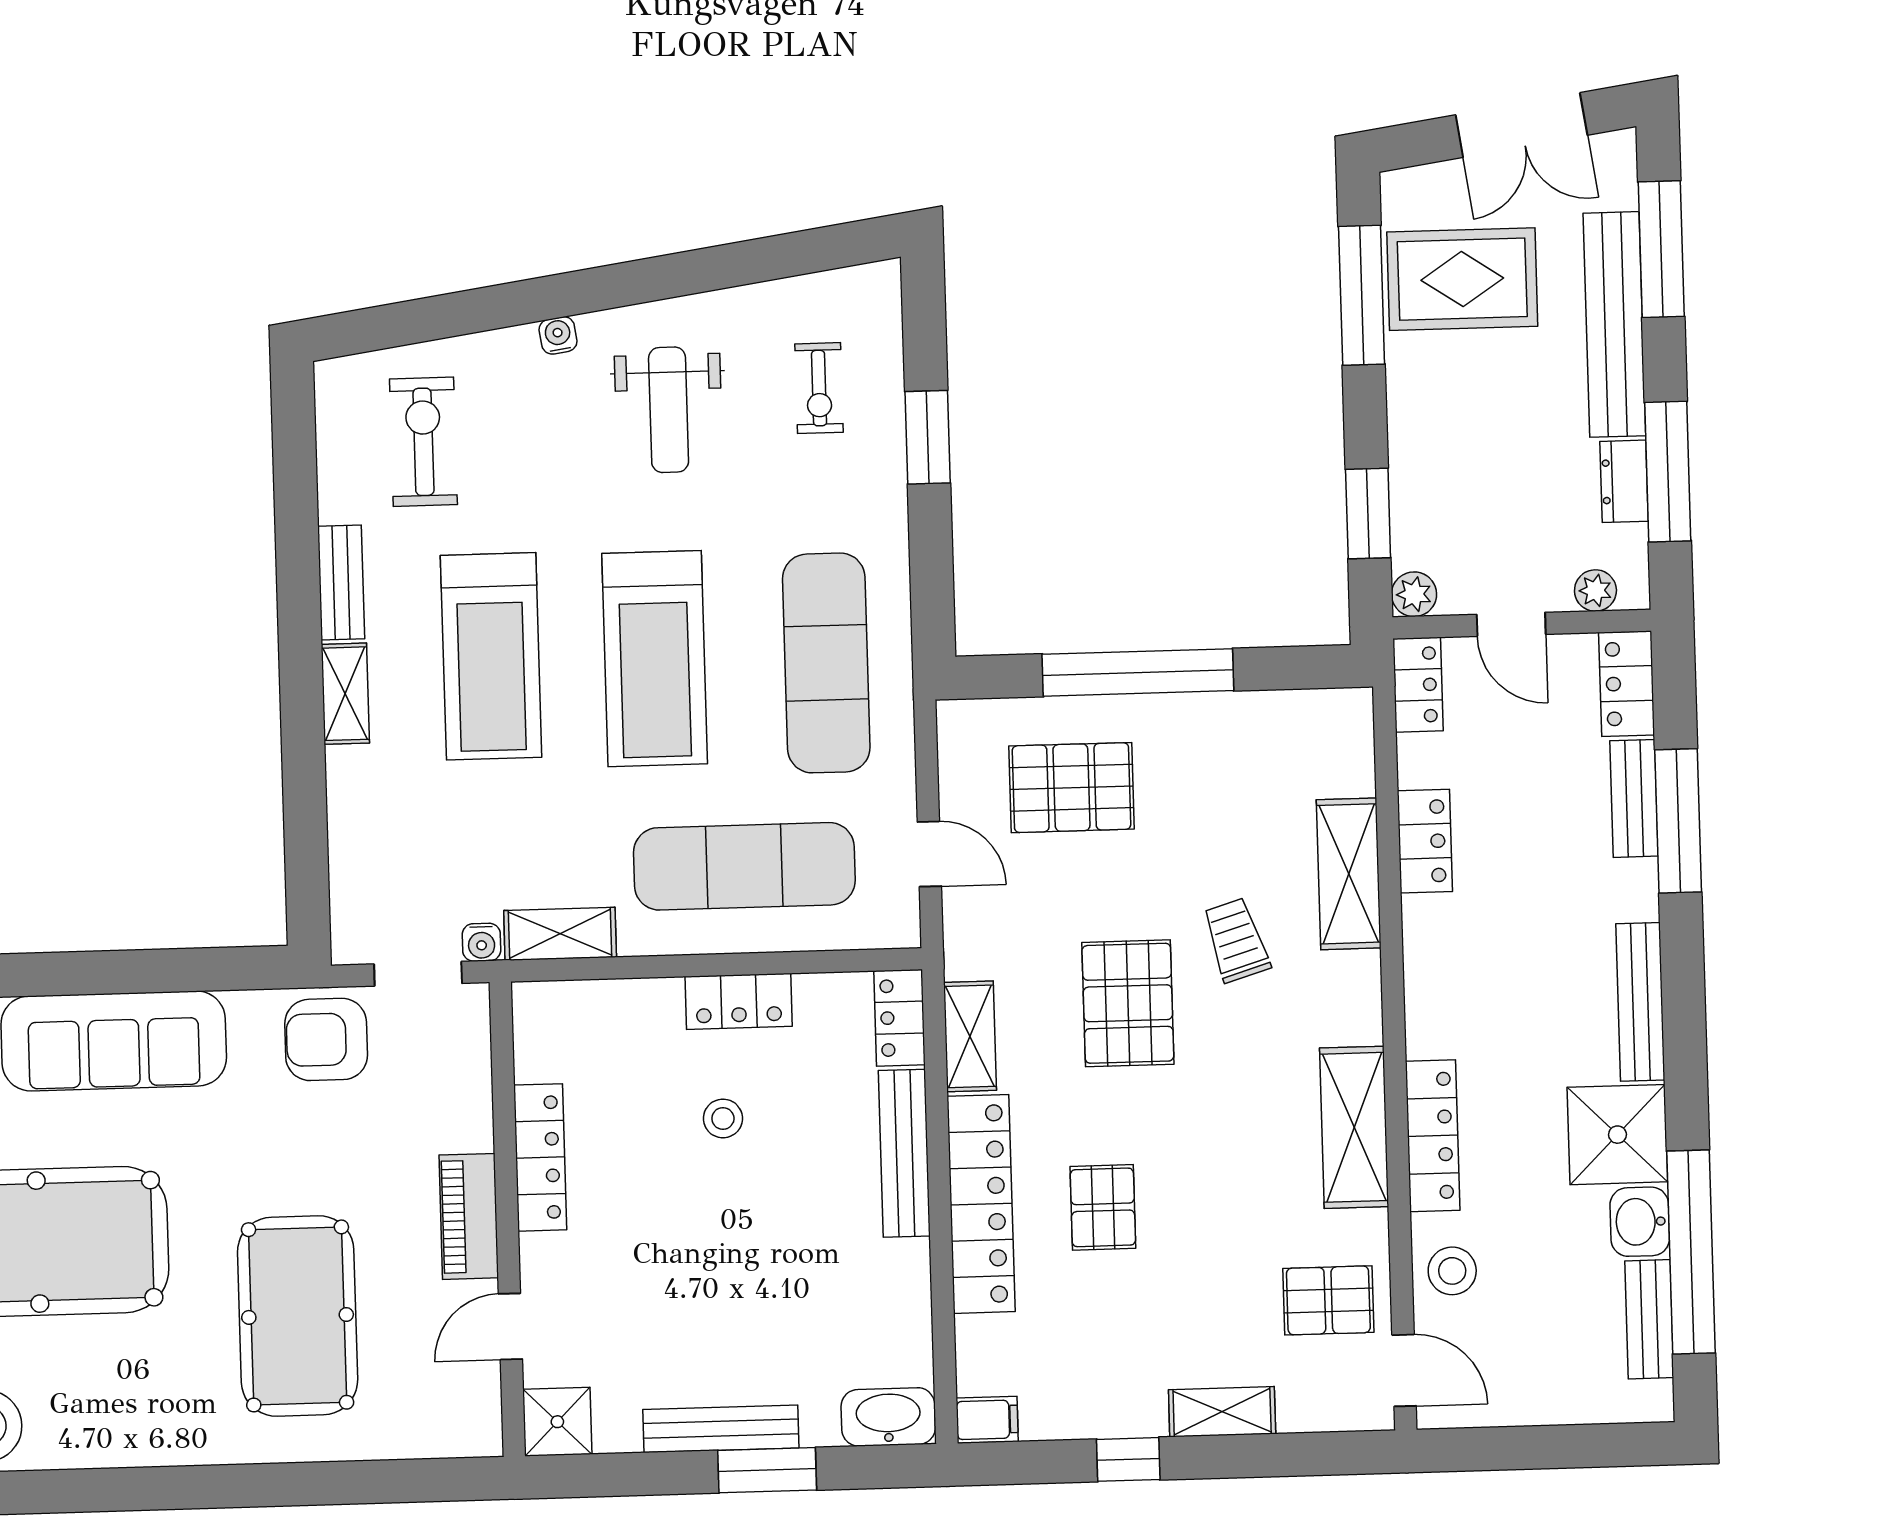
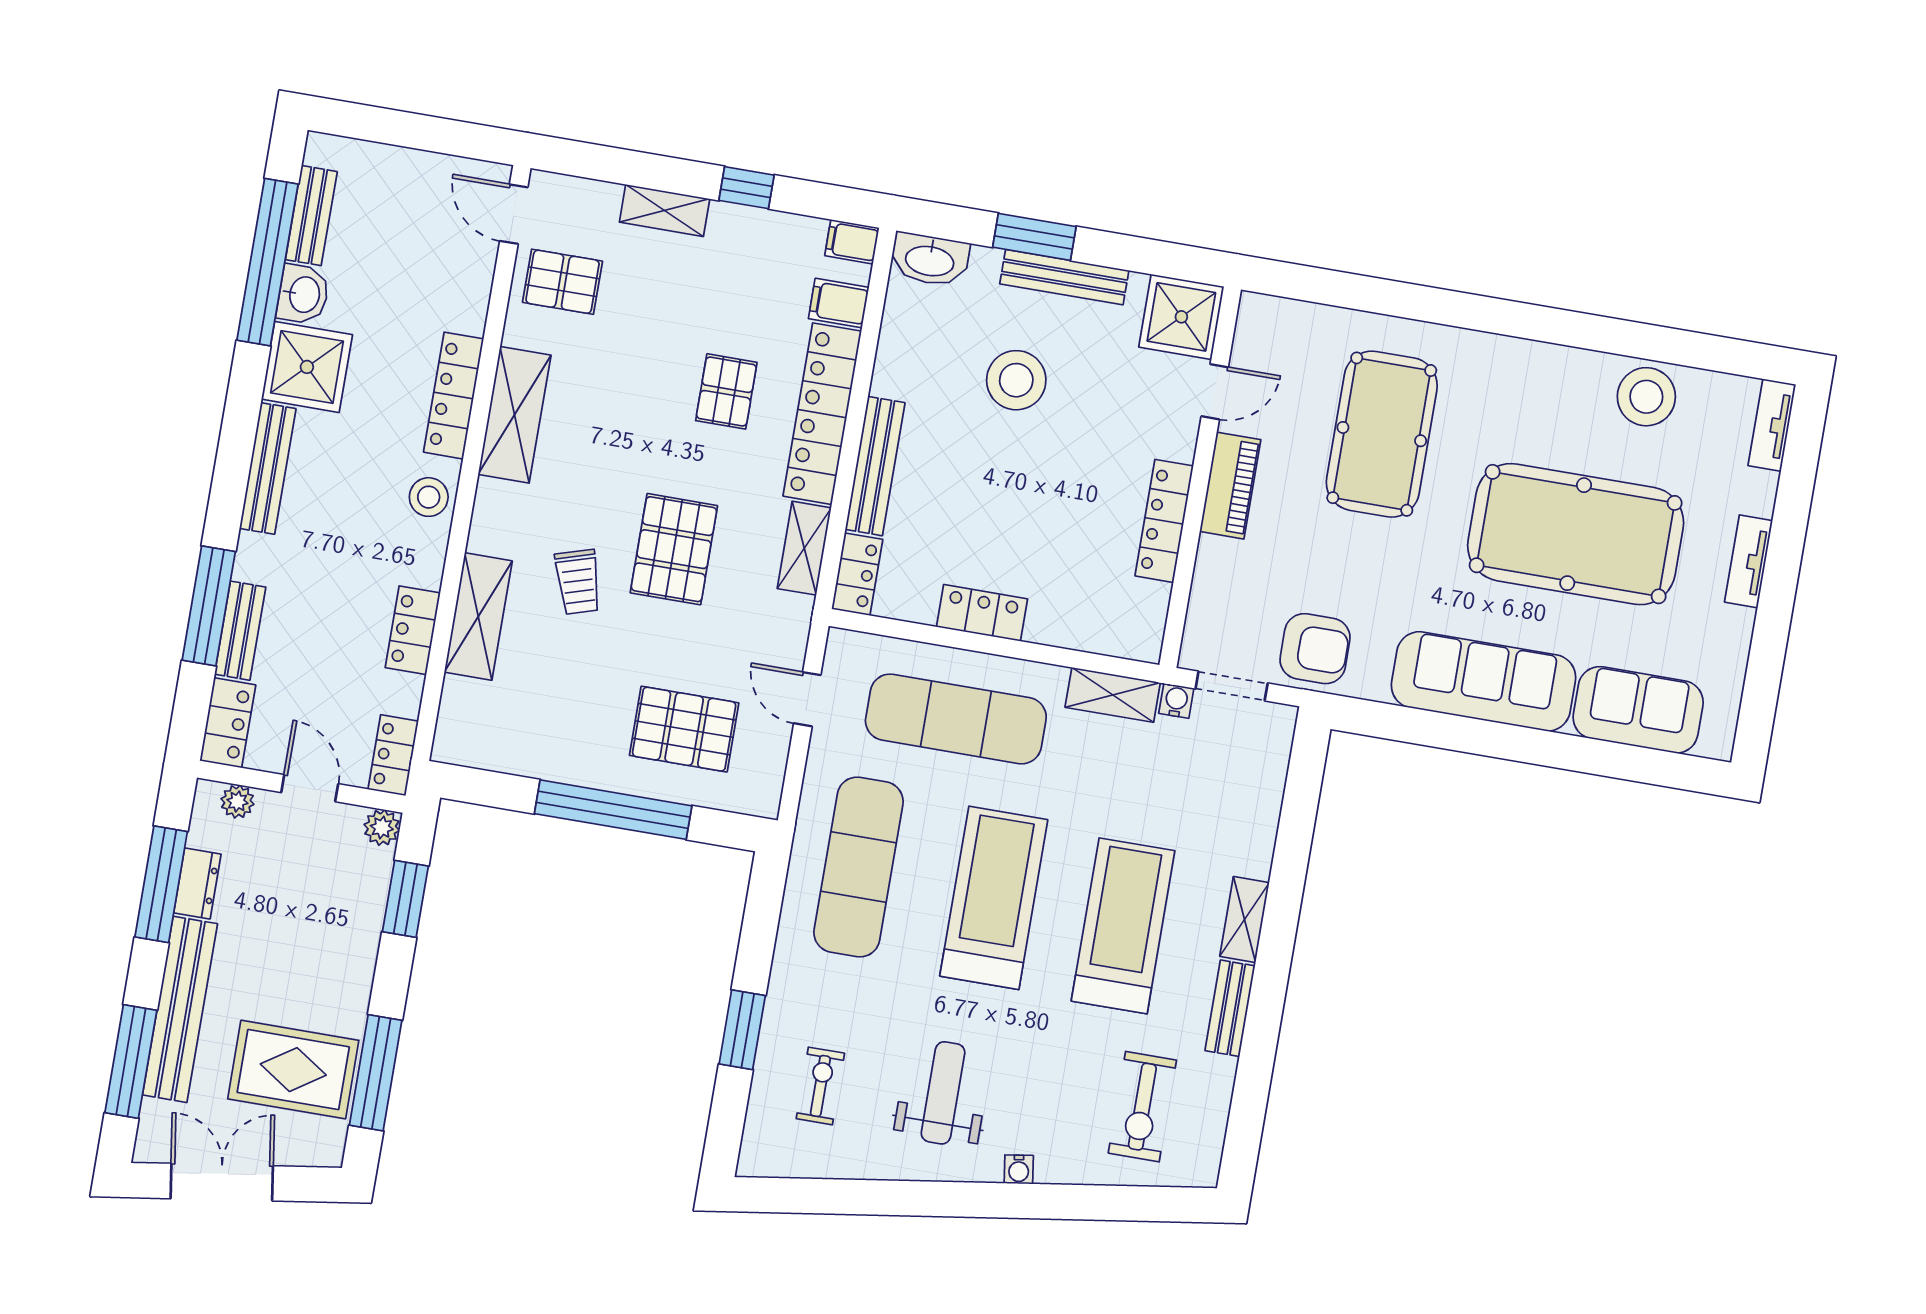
stool: (723, 1118) -> (1016, 380), moved, width x1.89, depth x1.89
stool: (1452, 1271) -> (429, 497), moved
filing cabinet: (988, 1342) -> (839, 303), added
shower: (557, 1422) -> (1181, 317), width x1.36, depth x1.36

